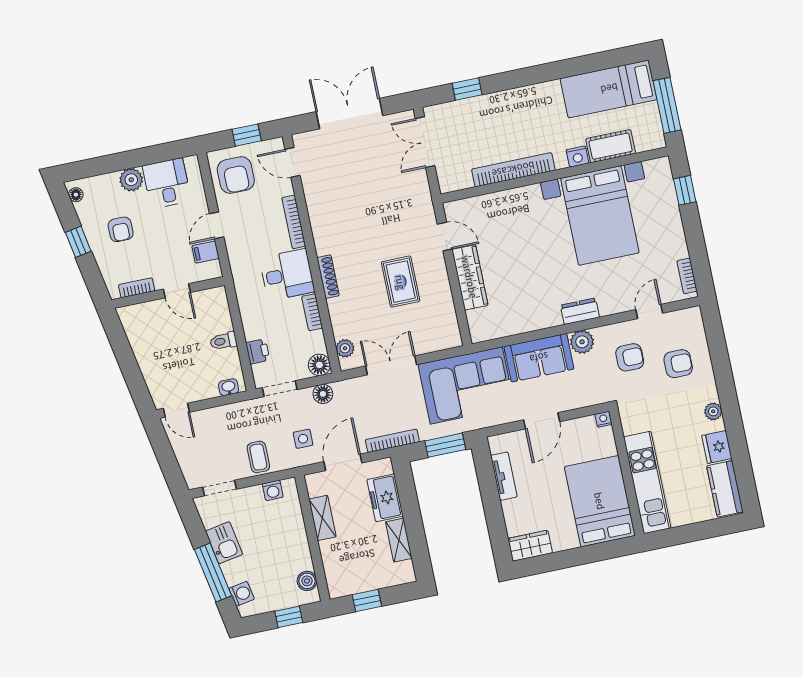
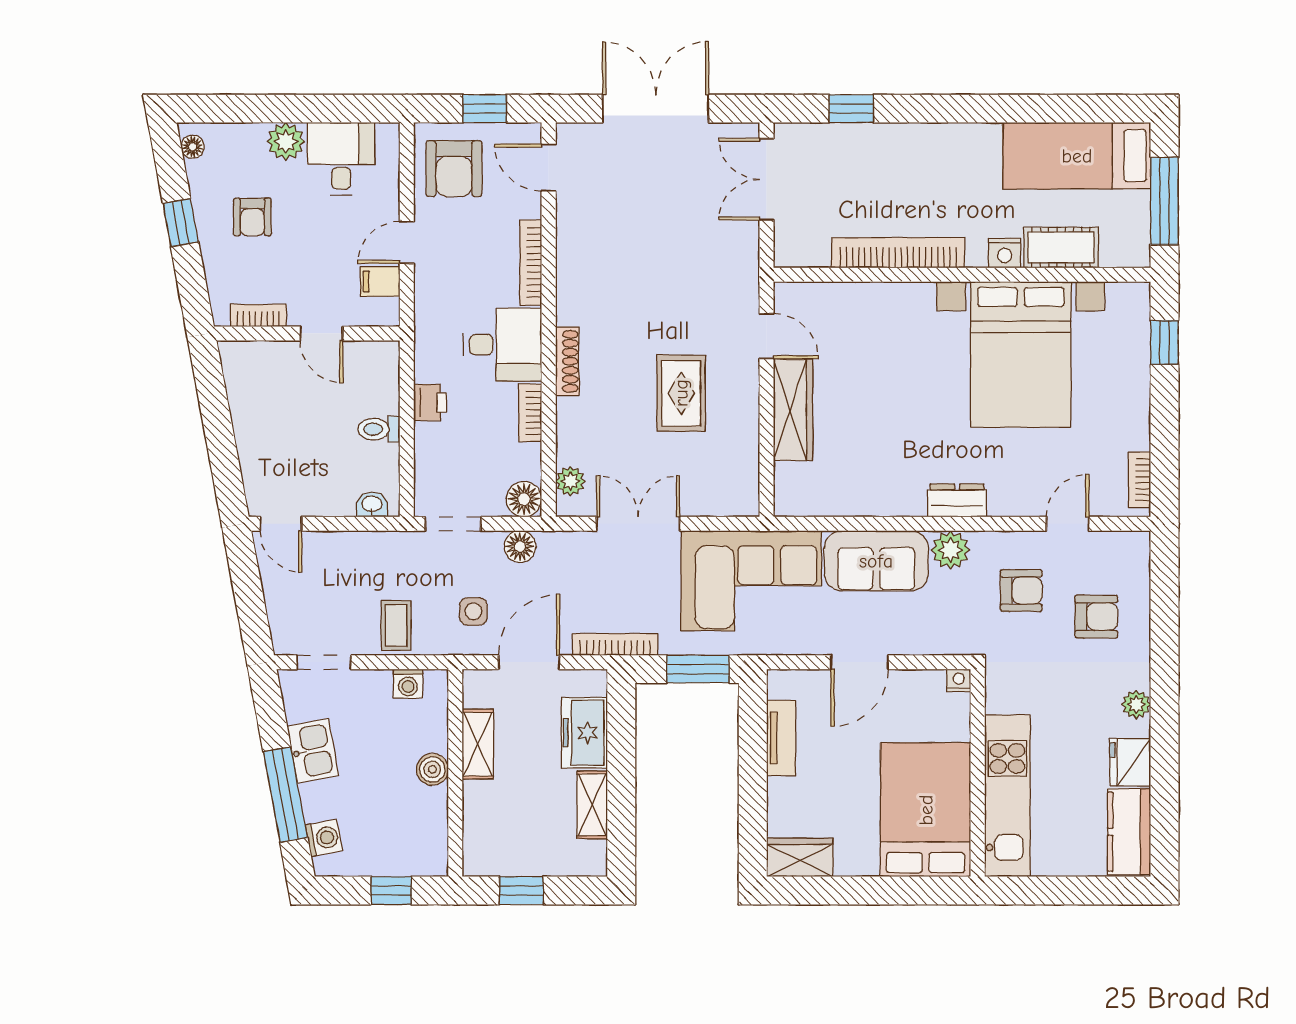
printer: (258, 351) -> (430, 402), moved
boiler: (307, 581) -> (432, 769), moved

